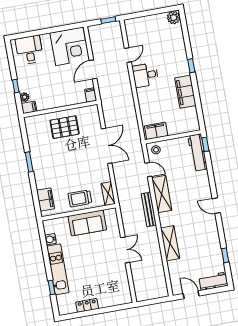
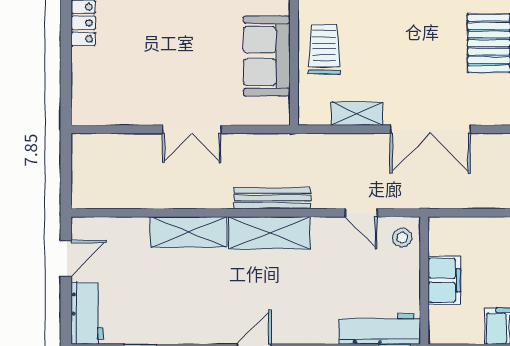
filing cabinet: (156, 131) -> (444, 280), moved
door: (148, 170) -> (361, 213), hinge flipped
shelving: (108, 194) -> (357, 114), moved
shelving: (162, 194) -> (270, 233), moved

